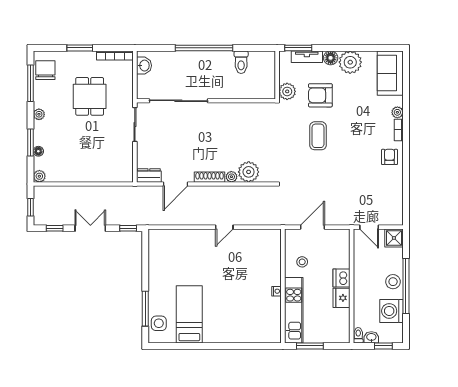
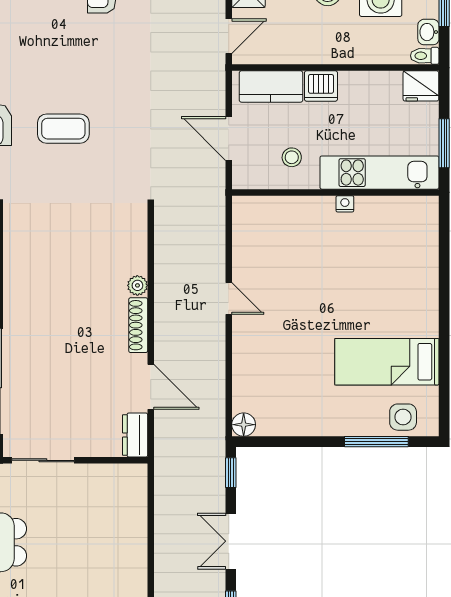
plant: (249, 172) -> (129, 254), removed
floor lamp: (155, 235) -> (244, 425), added
kitchen counter: (341, 250) -> (271, 86), added
fridge: (342, 298) -> (421, 86), moved

